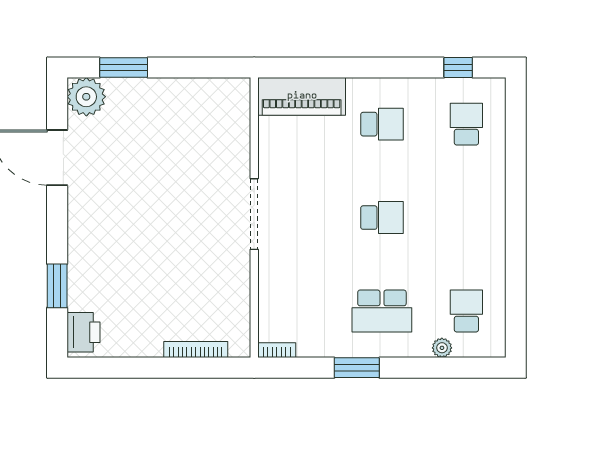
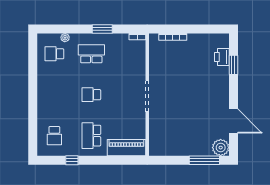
window: (124, 68) -> (204, 160), width x1.44
window: (458, 68) -> (72, 160), moved
school desk: (382, 124) -> (91, 136), width x1.85
school desk: (466, 311) -> (54, 54), turned 90
printer: (83, 332) -> (222, 57), moved

